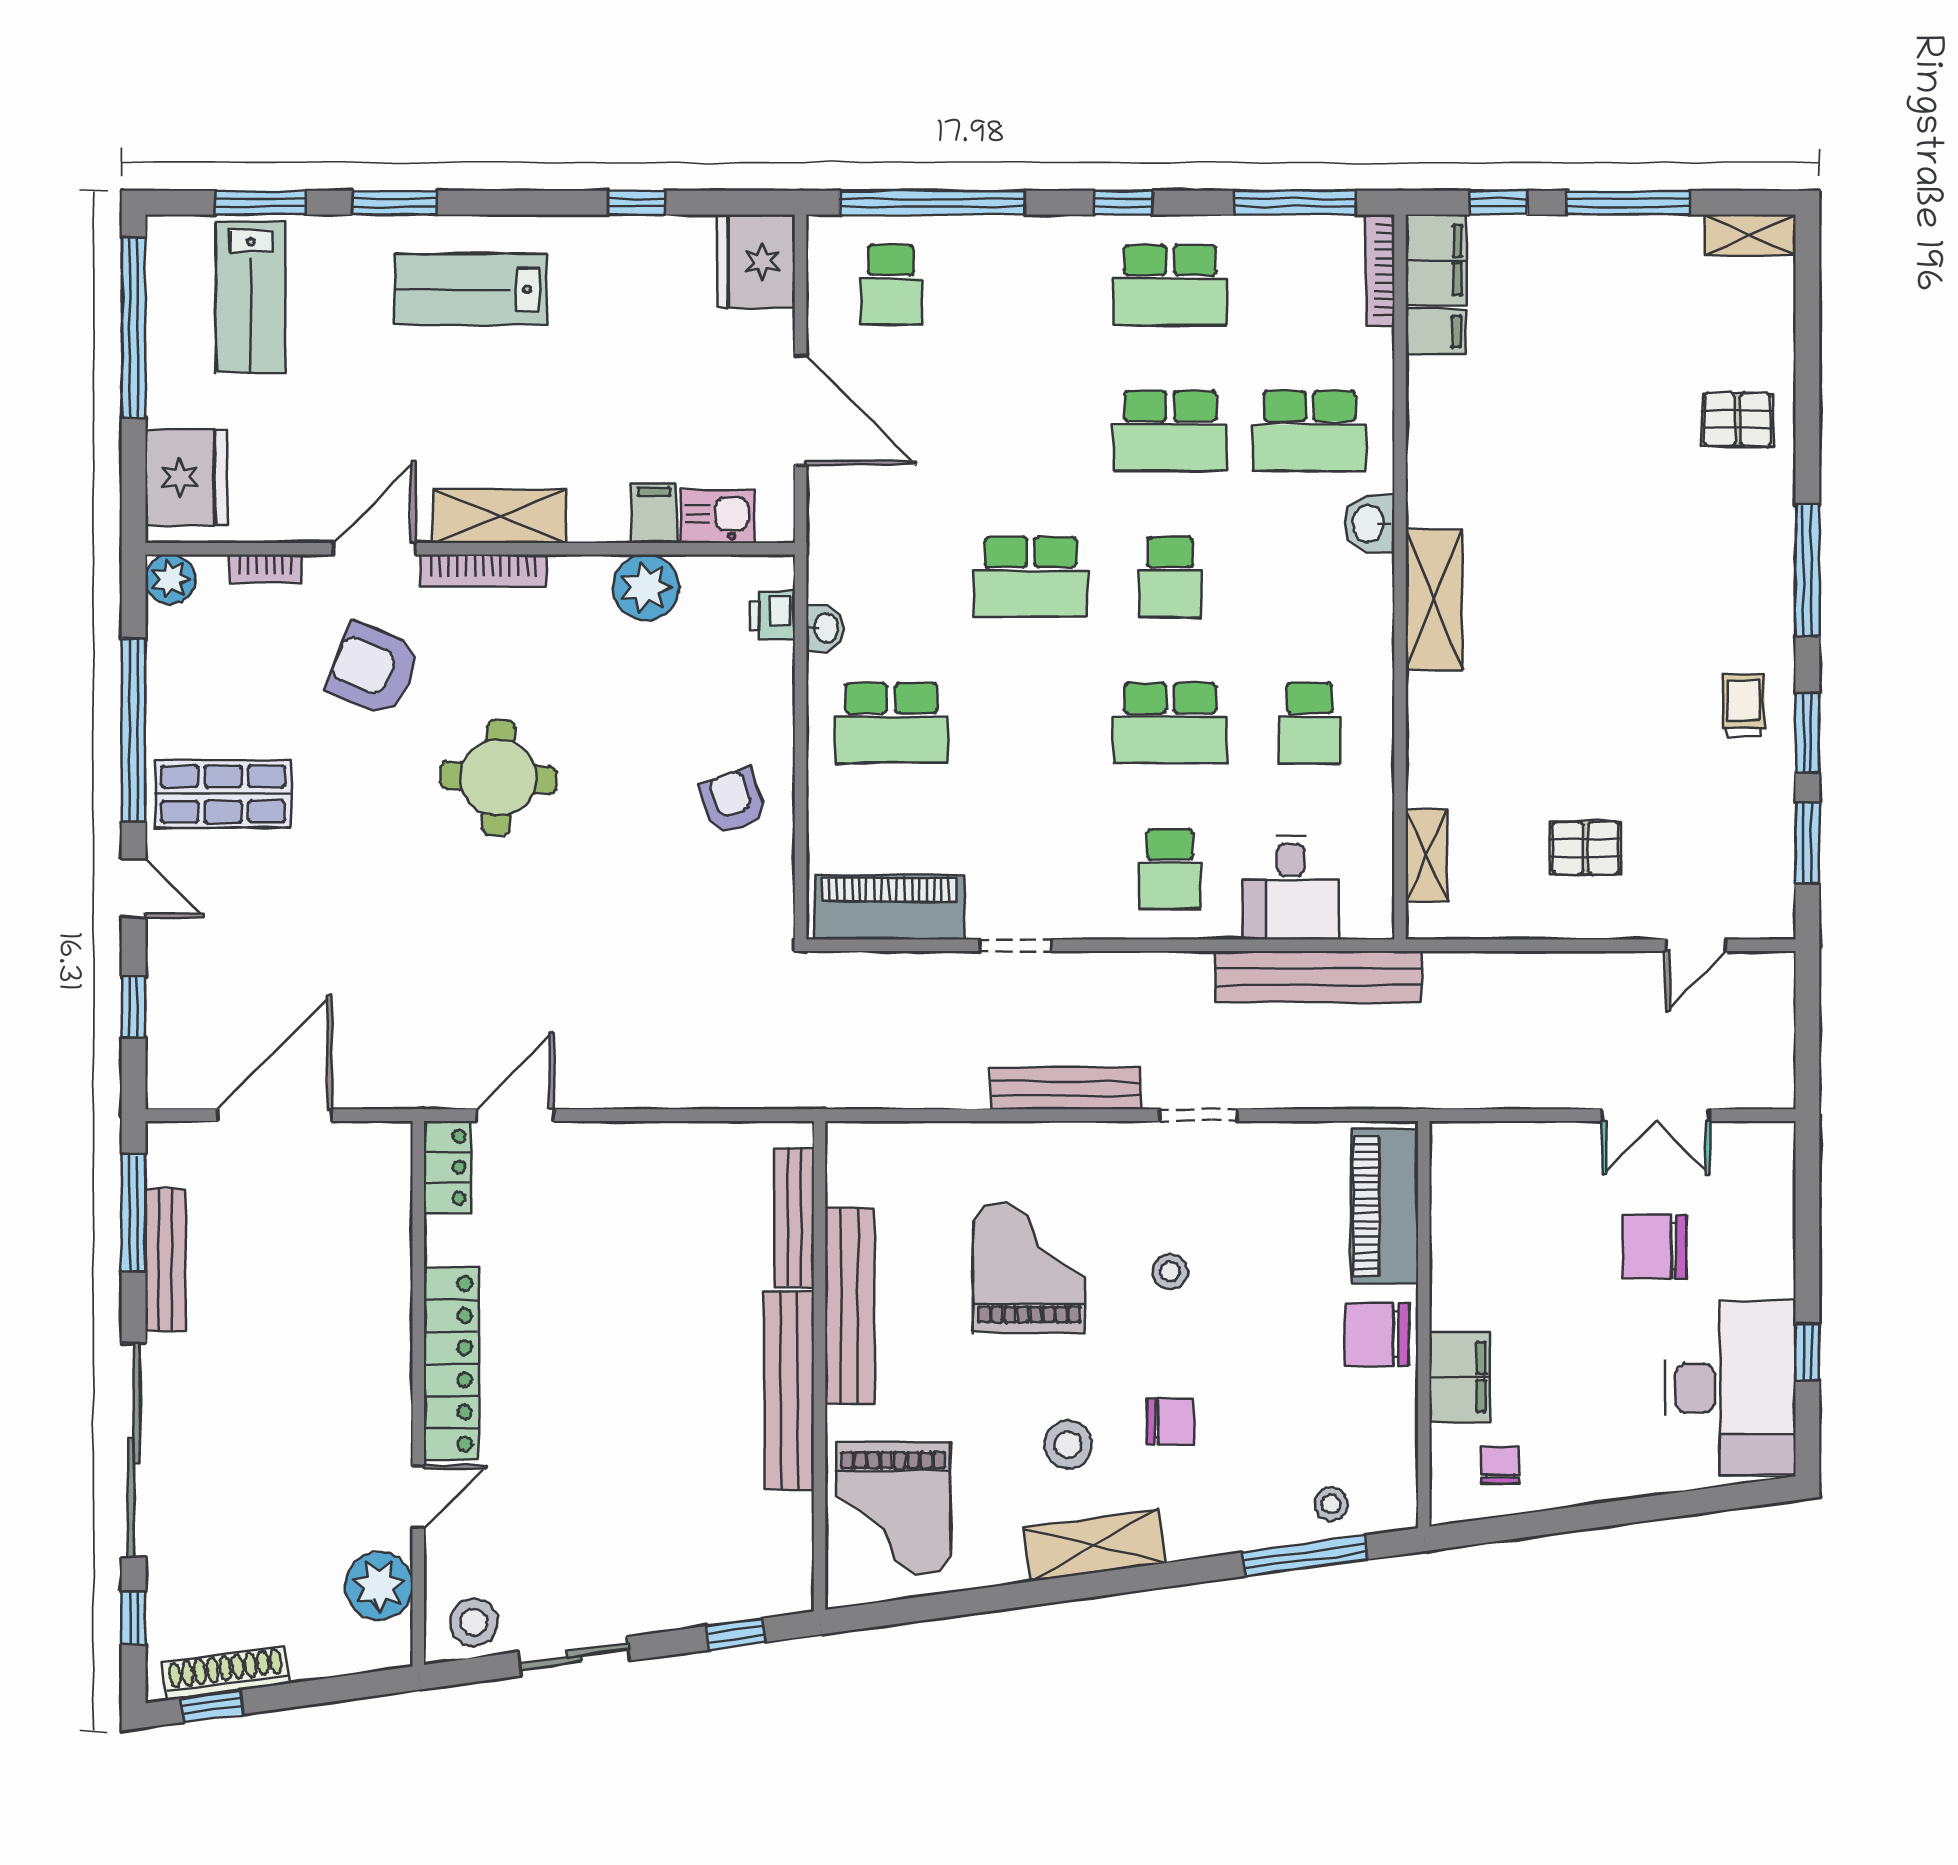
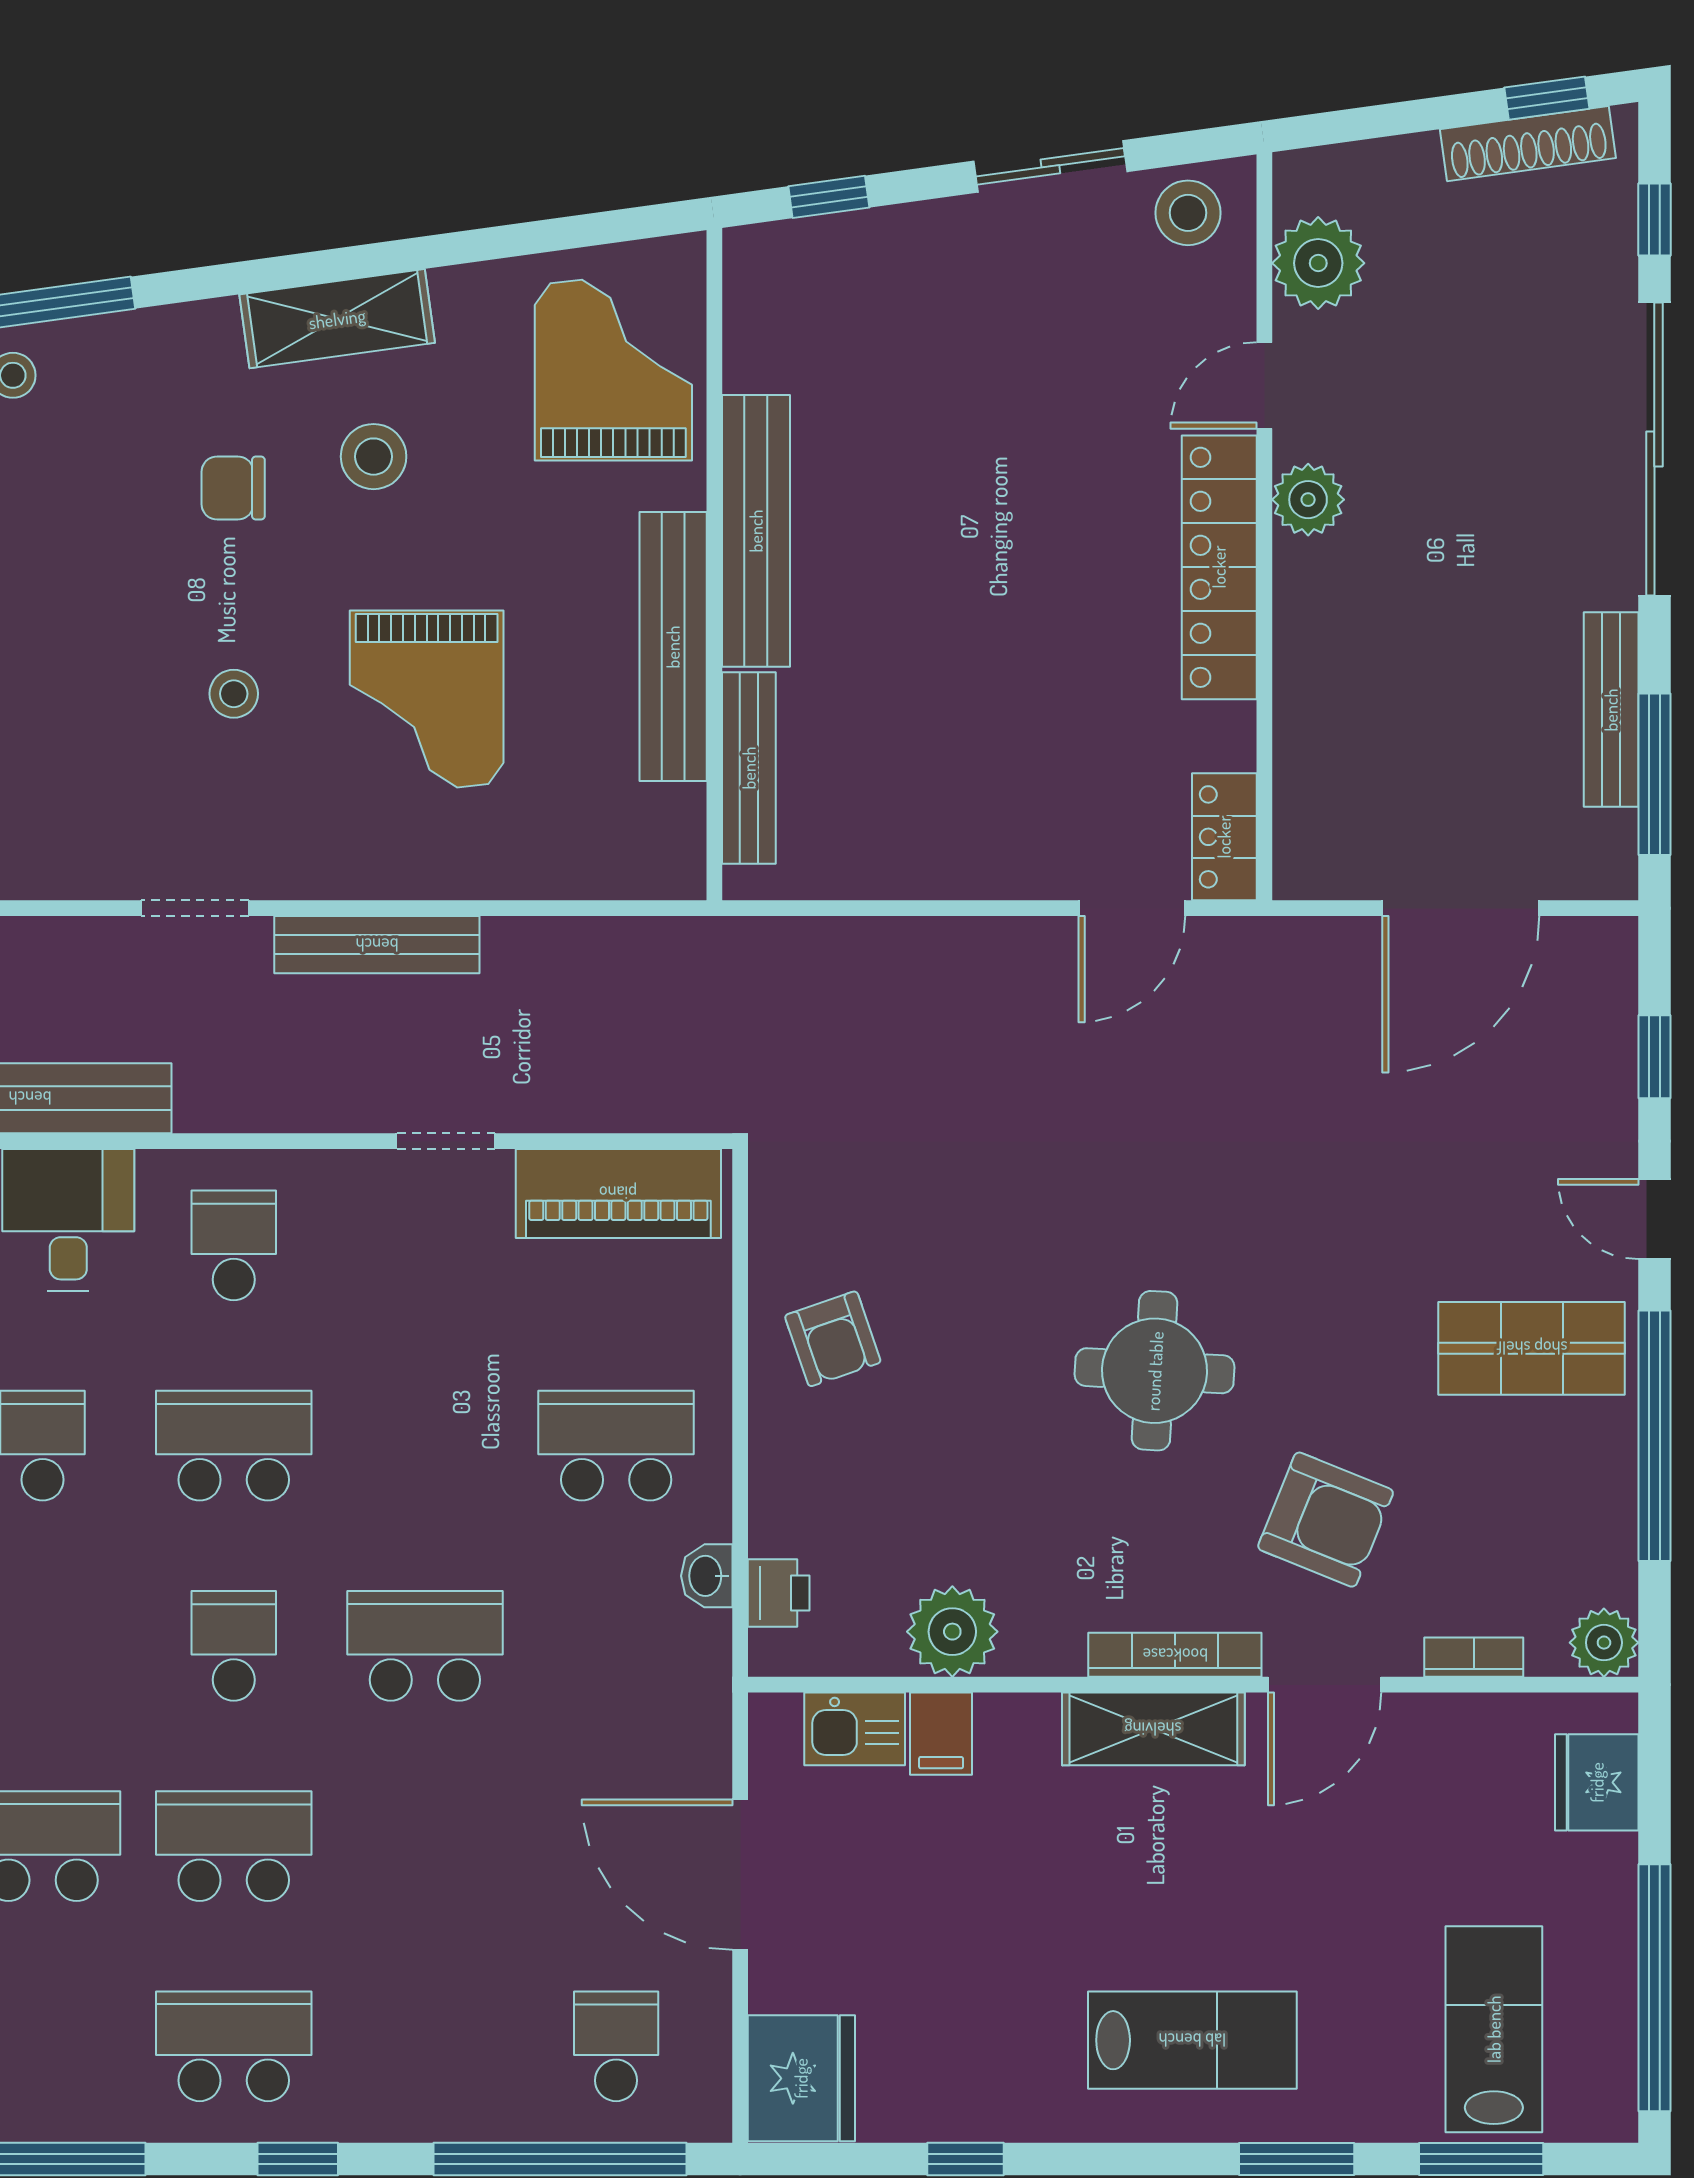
fridge: (186, 477) -> (1597, 1782), width x0.73, depth x0.75
plant: (386, 1413) -> (1308, 500), added

